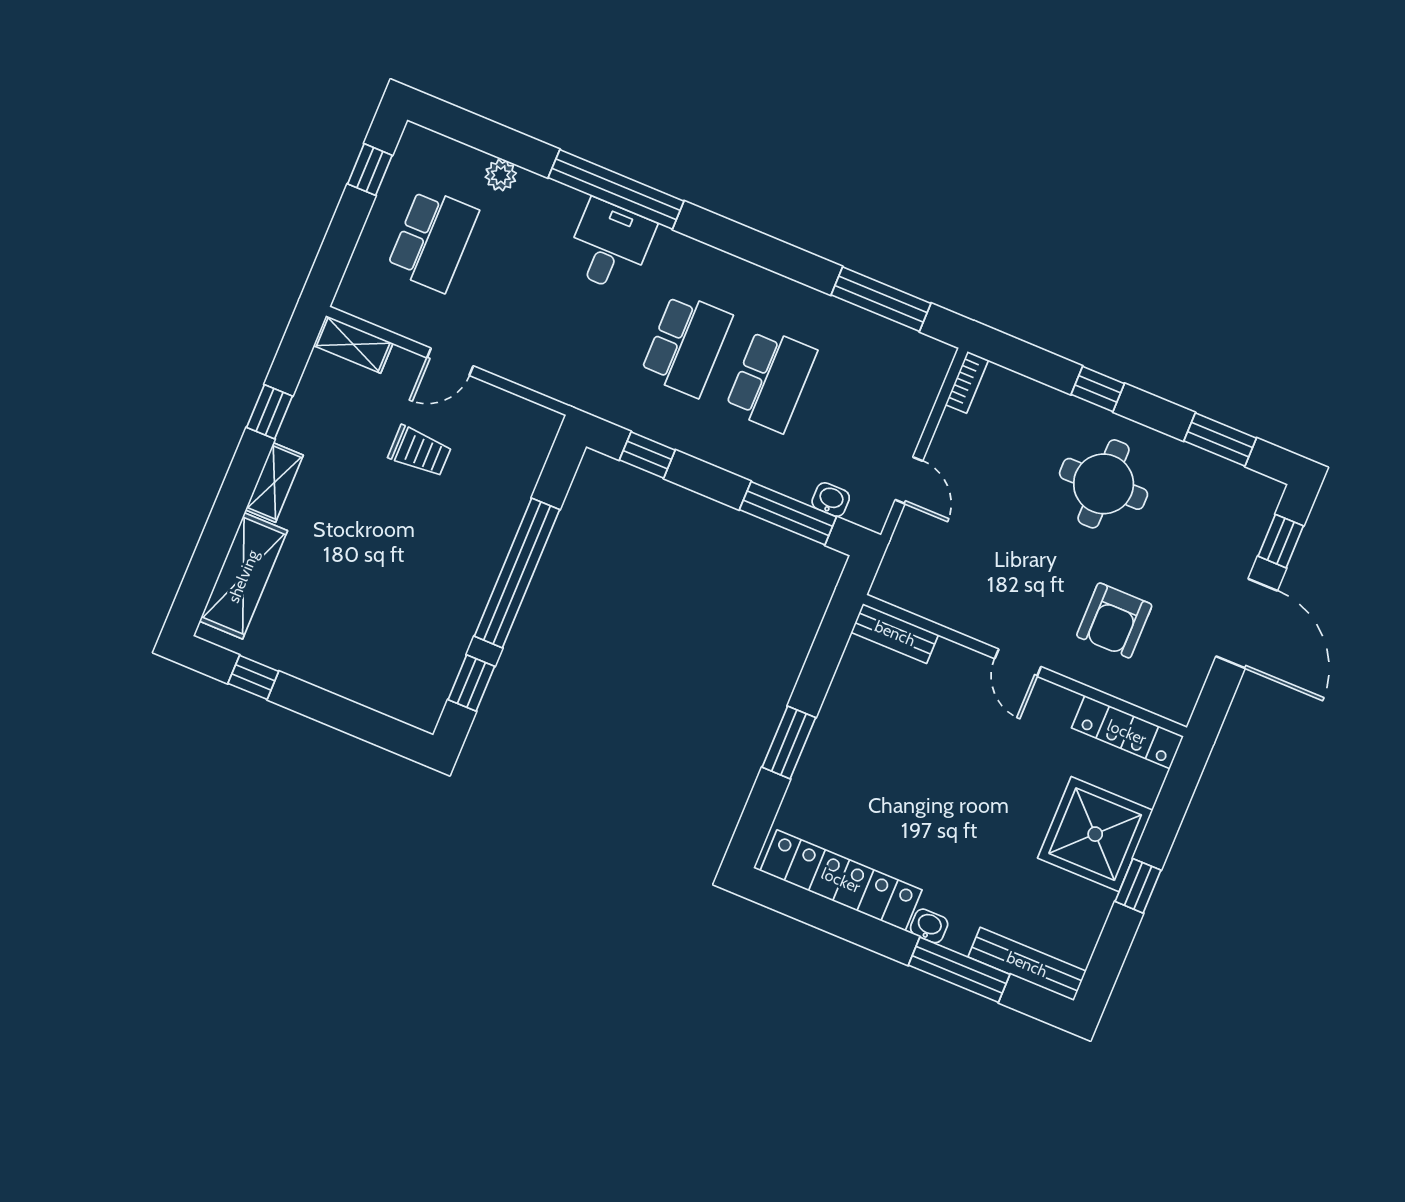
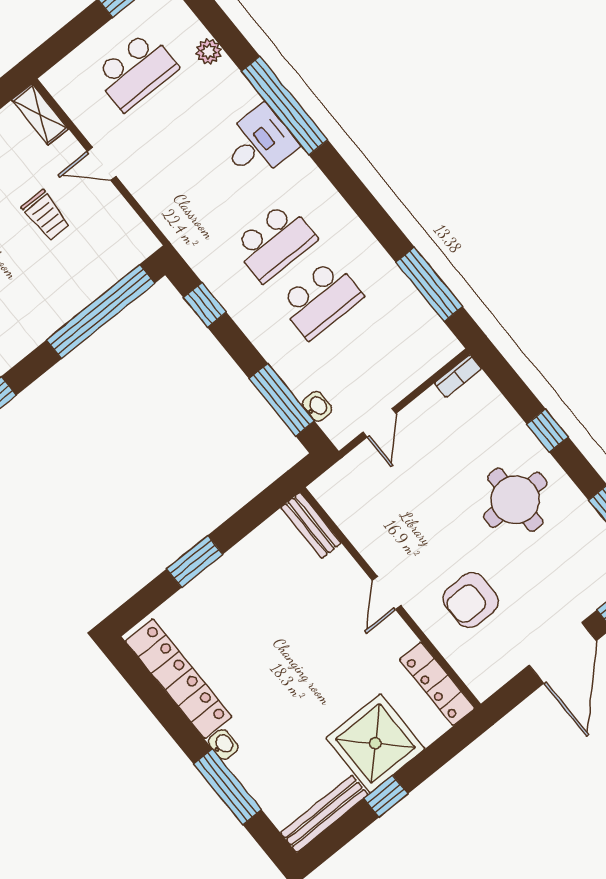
window: (517, 573) -> (101, 312), moved
bench: (1027, 964) -> (324, 814), moved, turned 90

